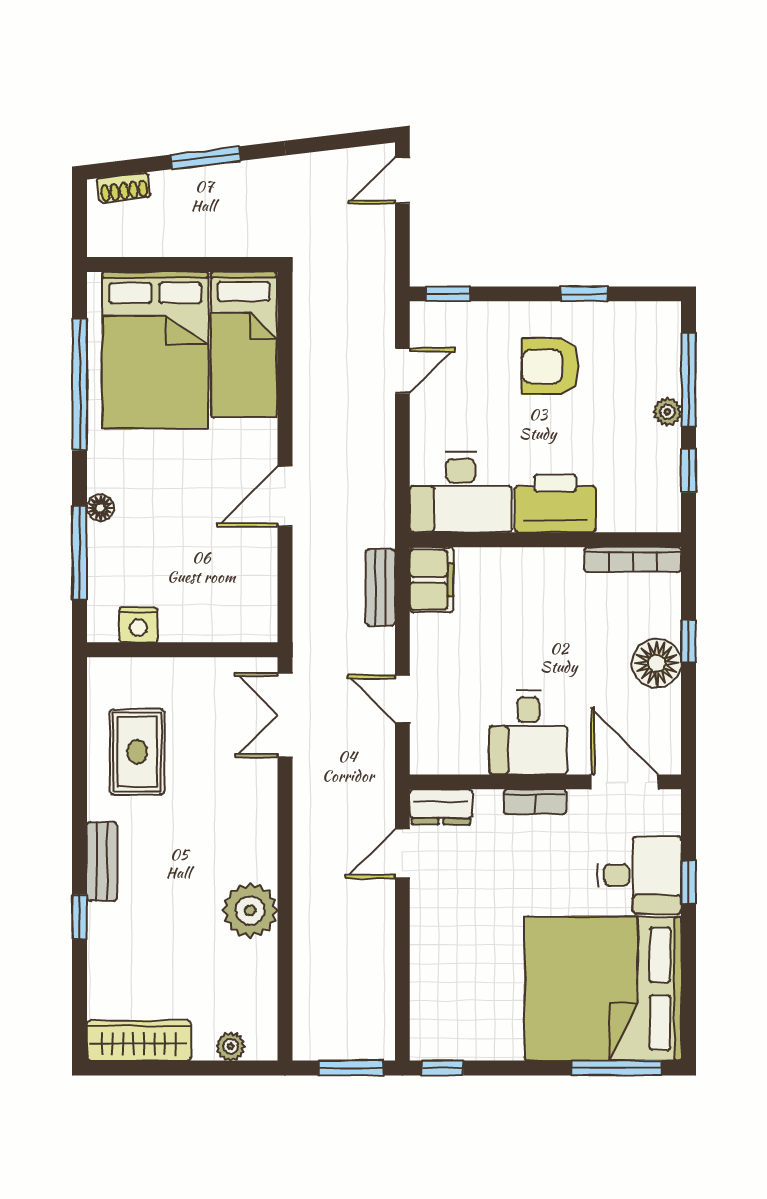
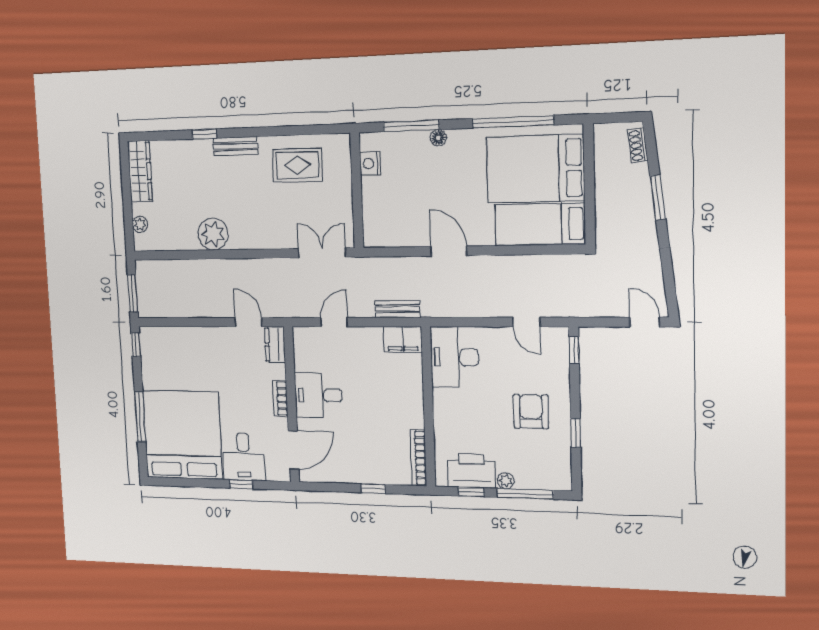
printer: (555, 503) -> (472, 471), moved, turned -90
floor lamp: (657, 663) -> (360, 470), removed
window: (616, 1068) -> (140, 417), moved

